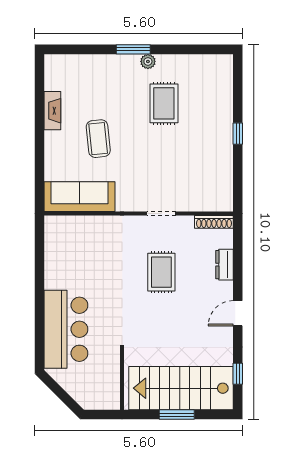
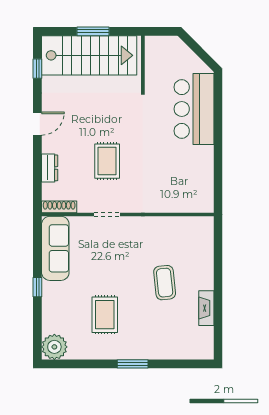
plant: (148, 61) -> (54, 347), moved, width x1.88, depth x1.88
sofa: (80, 197) -> (55, 248), moved, turned -90

